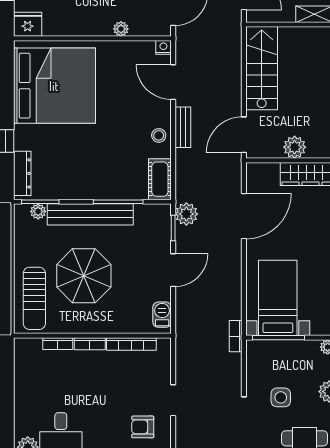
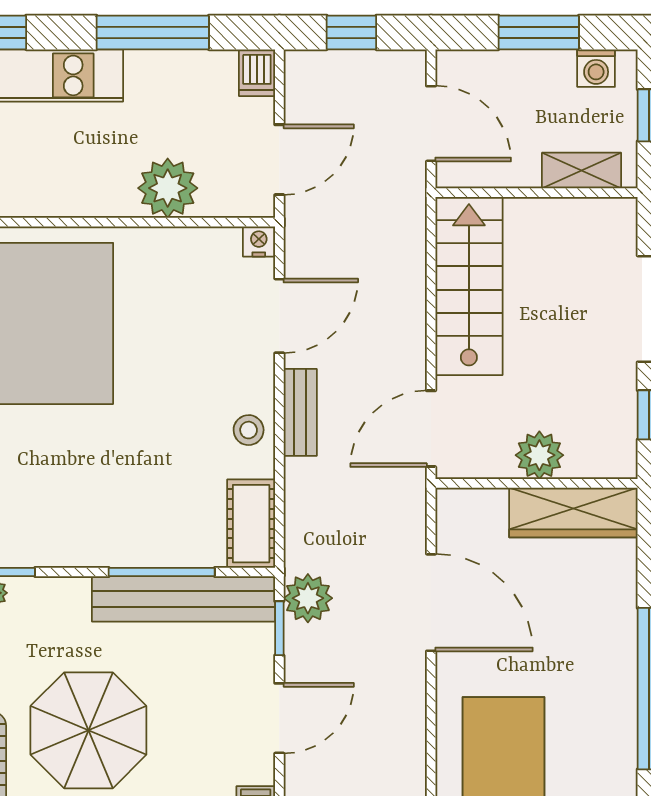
plant: (121, 29) -> (168, 188), width x1.87, depth x1.87
door: (173, 82) -> (279, 316), swing flipped
bench: (90, 214) -> (184, 599), moved
door: (244, 216) -> (431, 603), hinge flipped

